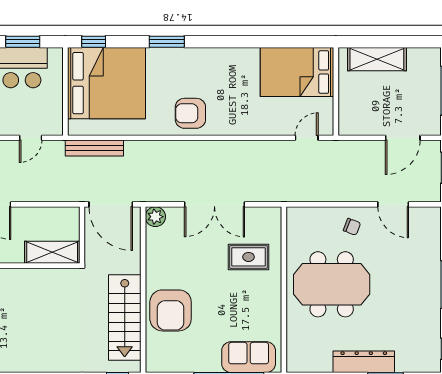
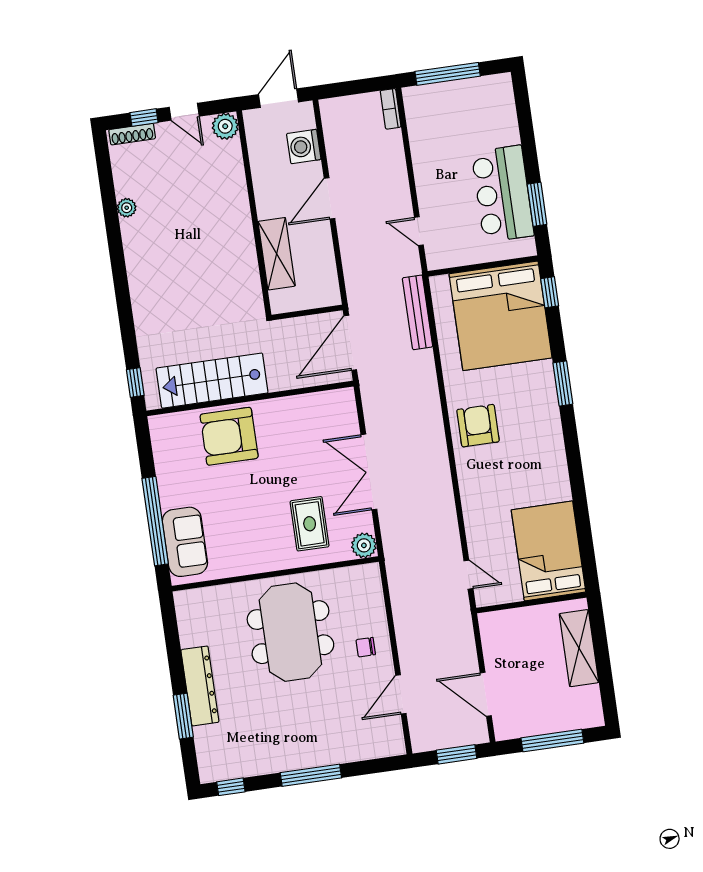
plant: (155, 217) -> (364, 545), moved
chair: (352, 227) -> (366, 647), turned 69
shelving: (52, 252) -> (277, 254), moved

